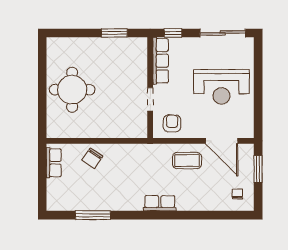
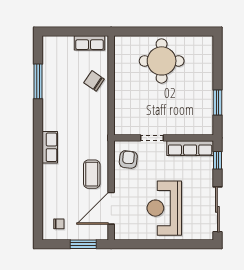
armchair: (172, 123) -> (128, 159), turned -84

